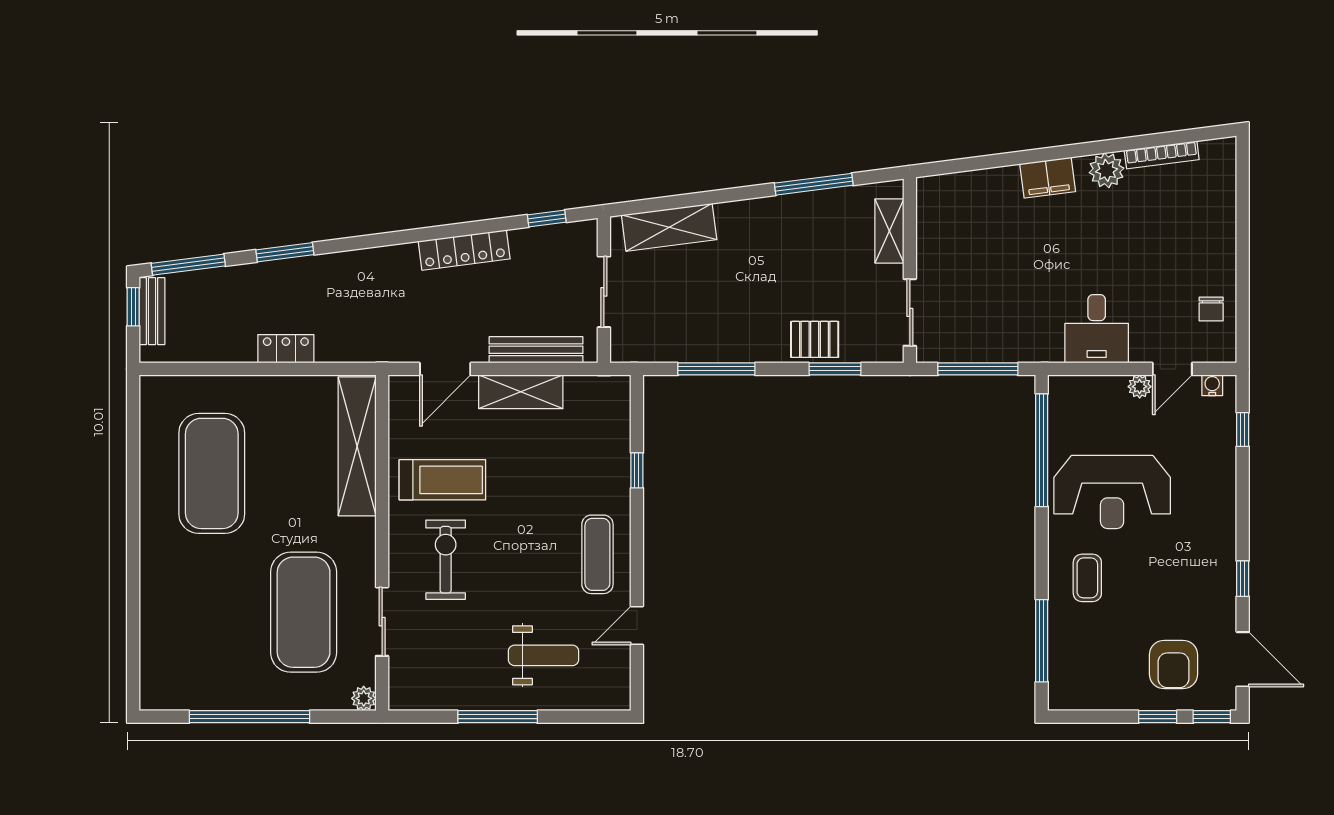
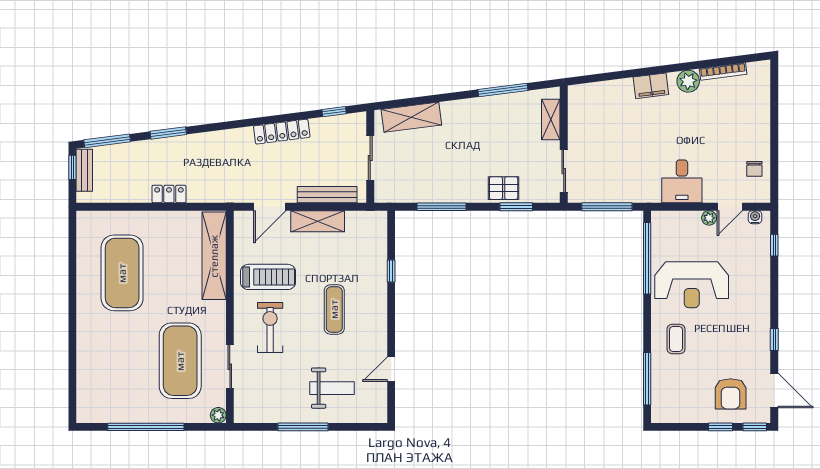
exercise mat: (597, 554) -> (334, 309), moved

